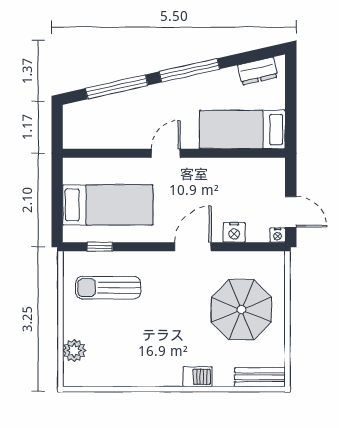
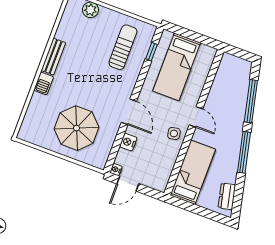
side table: (199, 175) -> (174, 133), added
bench: (260, 377) -> (53, 57), moved

